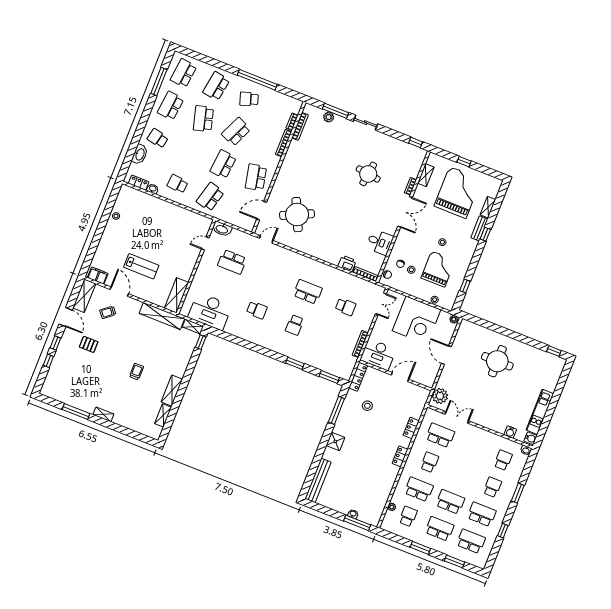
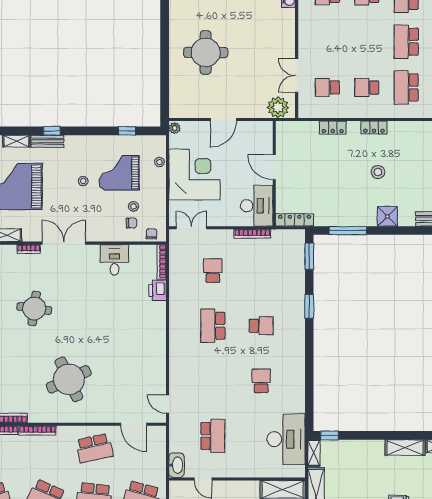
round table: (297, 215) -> (69, 379), moved
stool: (367, 406) -> (378, 172), moved
school desk: (440, 435) -> (327, 87), width x0.54

